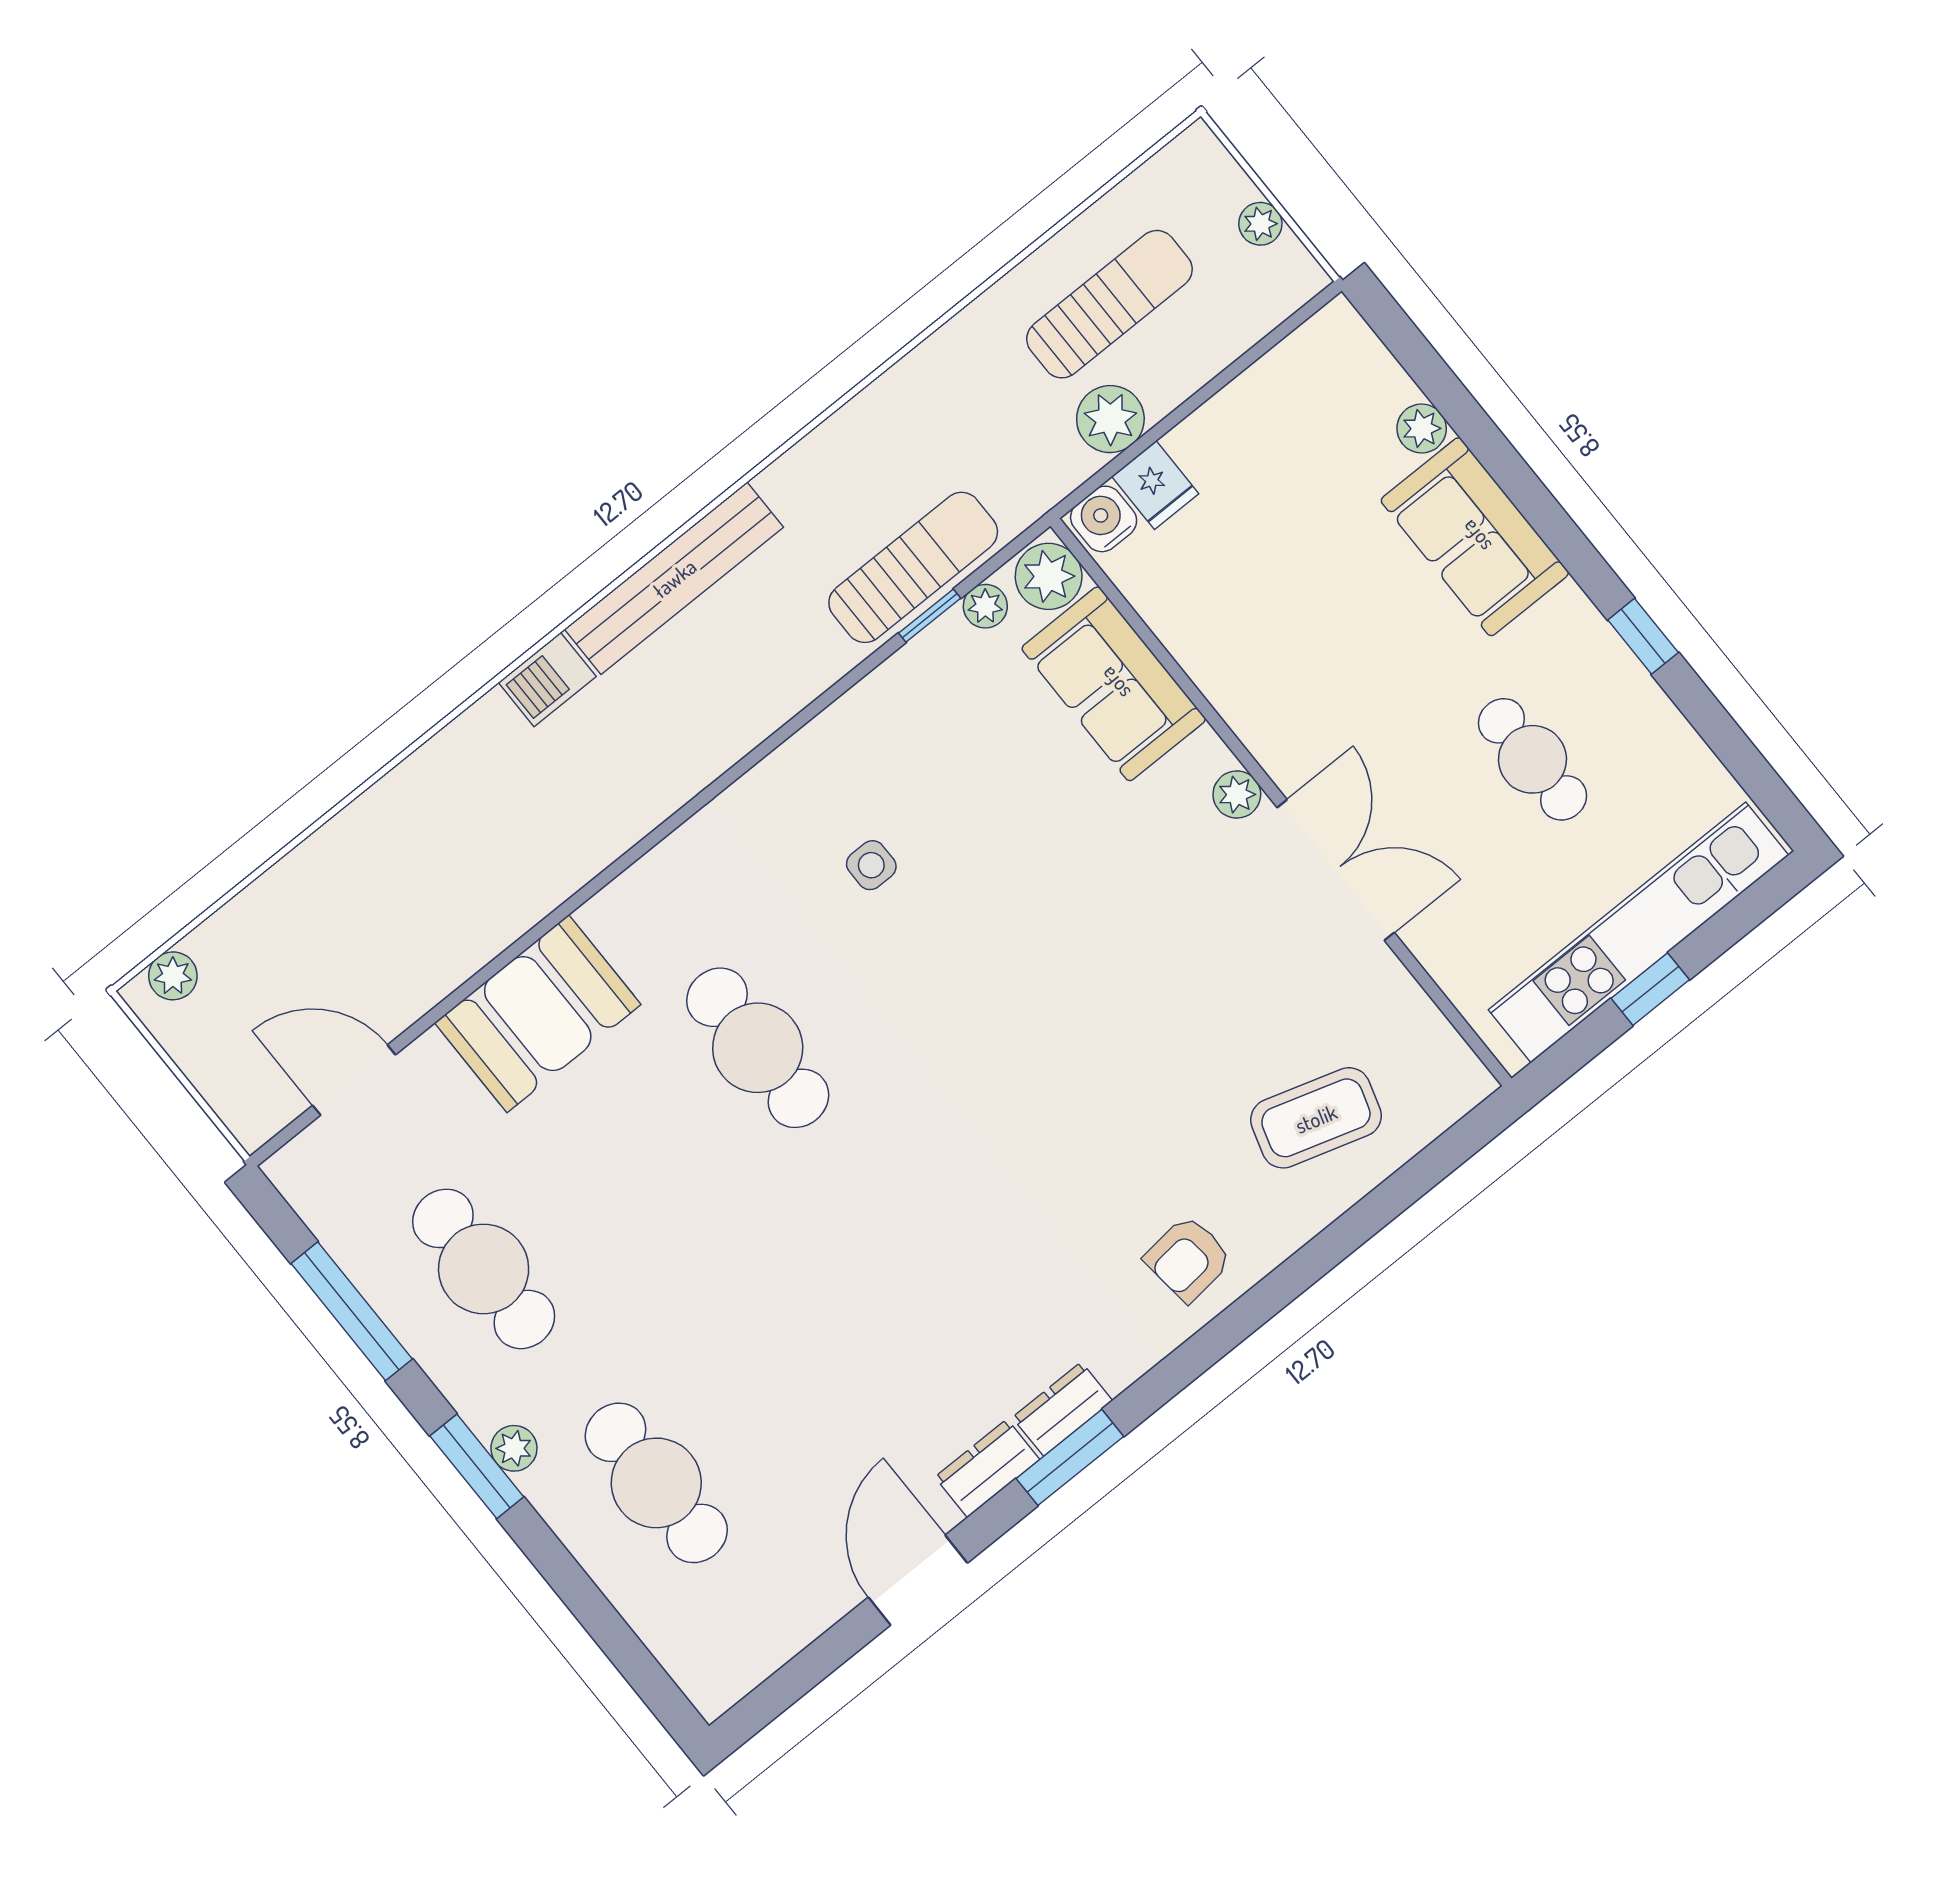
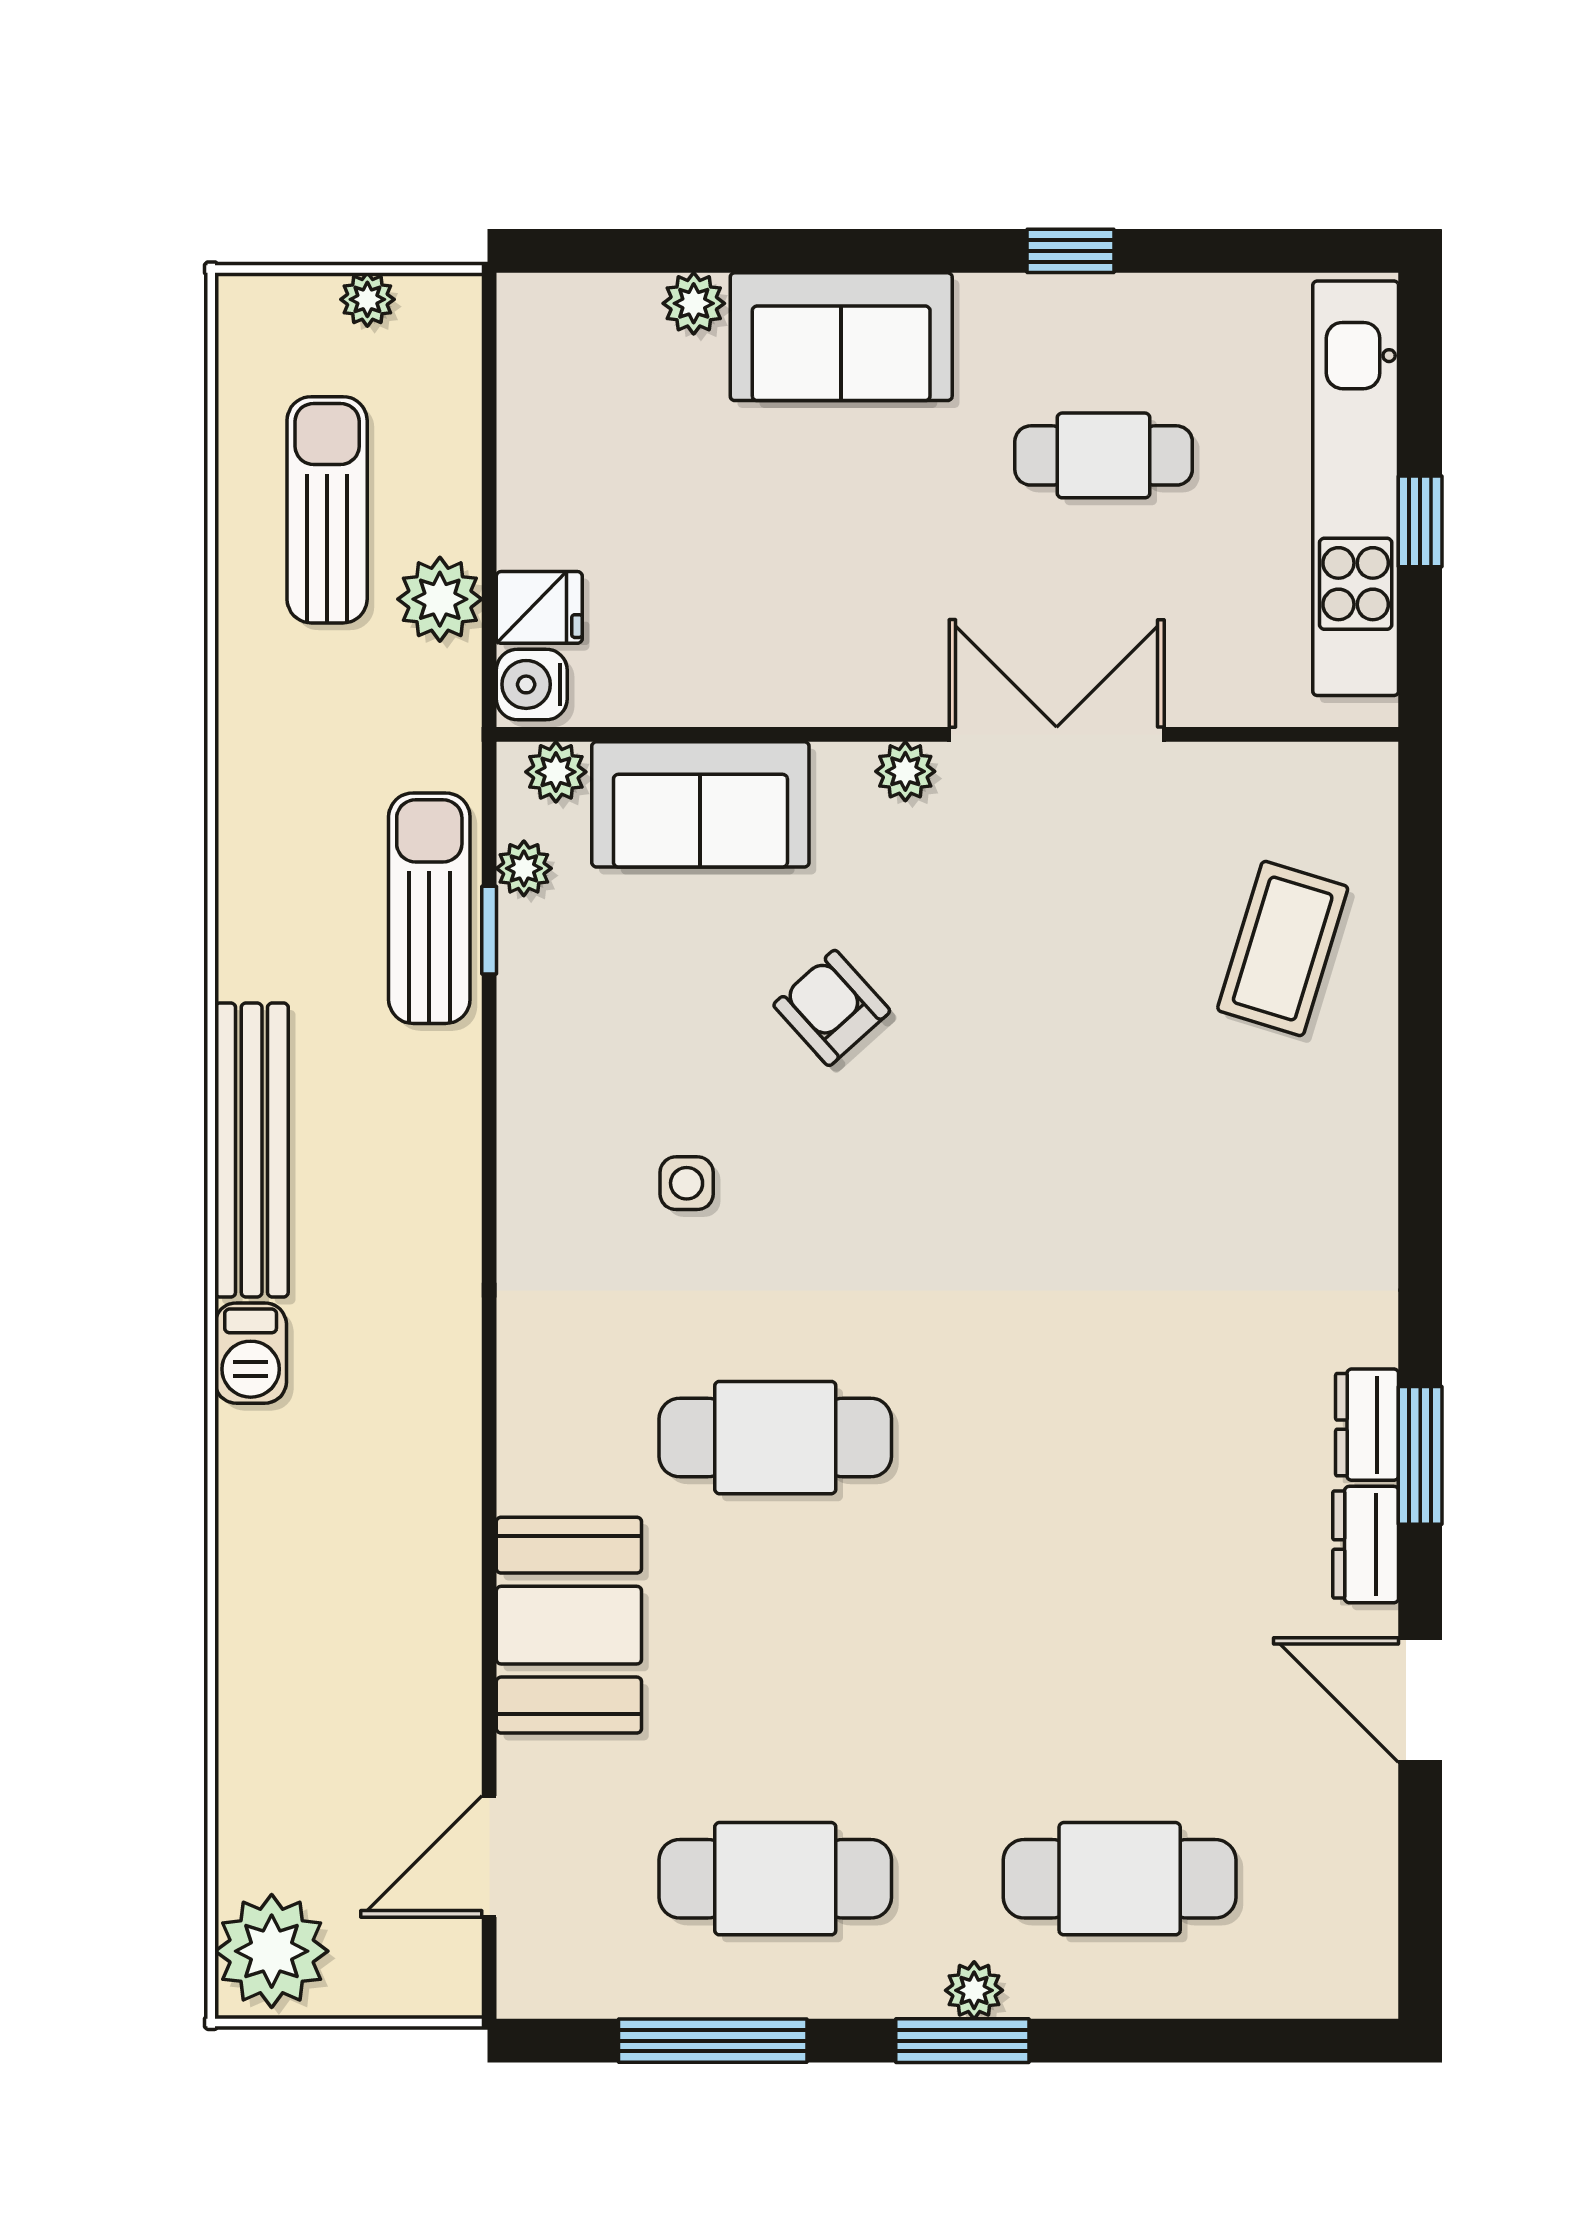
plant: (1049, 576) -> (556, 772), width x0.73, depth x0.73
plant: (173, 976) -> (272, 1951), width x1.87, depth x1.87
armchair: (1188, 1259) -> (832, 1008), moved, turned 144

